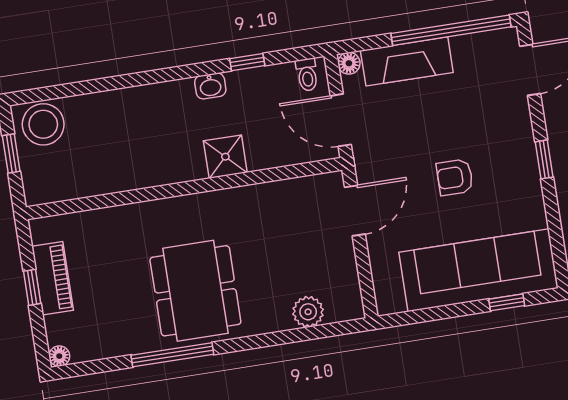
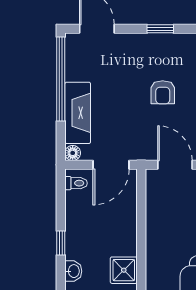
window: (247, 62) -> (61, 243), moved
washbasin: (210, 86) -> (73, 271), moved
shower: (225, 157) -> (124, 270), moved

